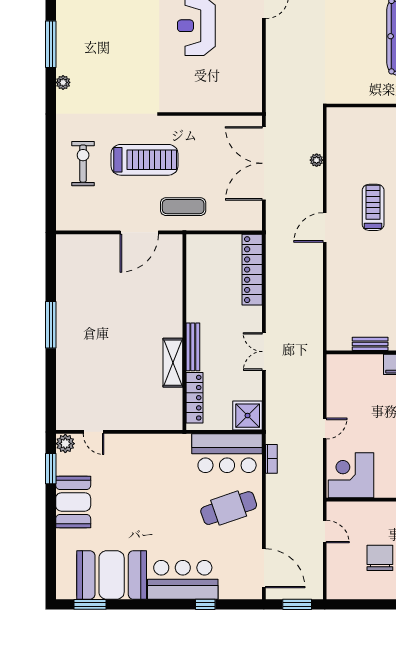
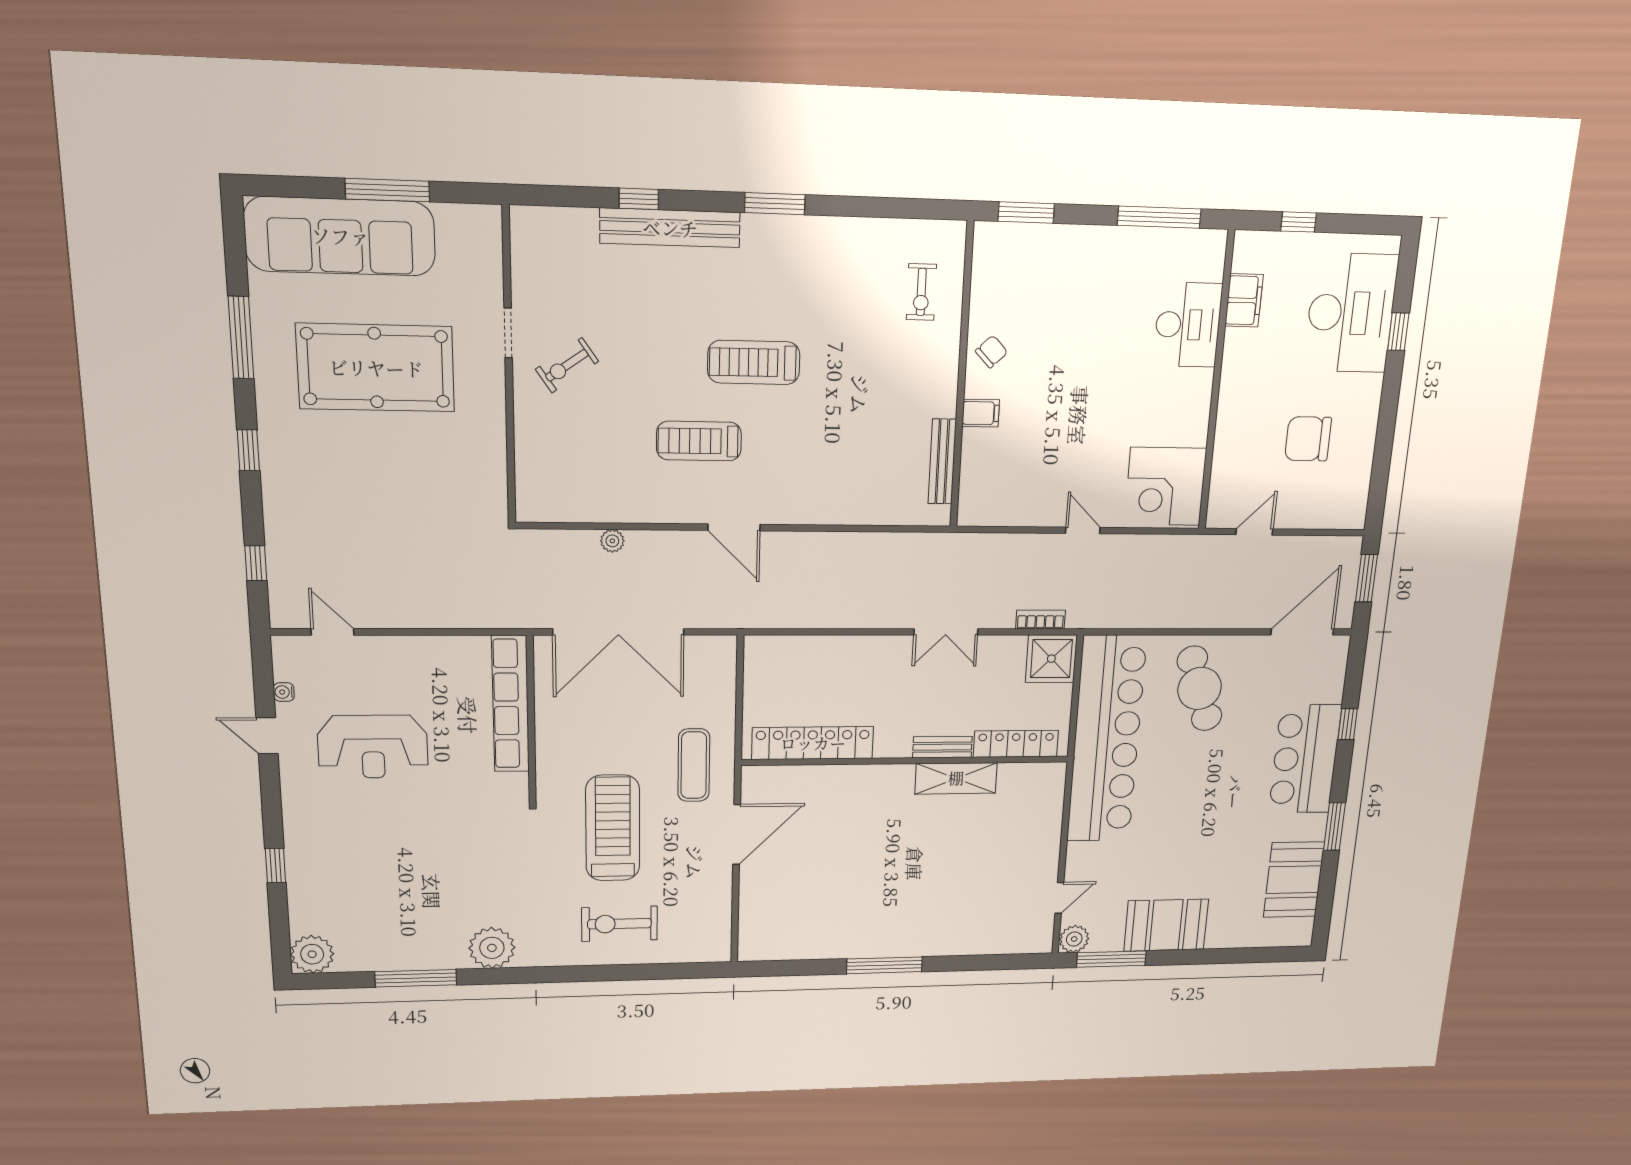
plant: (63, 82) -> (492, 948), width x1.88, depth x1.88
row of seats: (221, 103) -> (510, 704), added
door: (139, 232) -> (737, 834), hinge flipped
locker: (252, 270) -> (813, 743), moved, turned 180
bench: (370, 344) -> (942, 462), width x1.36
bench: (193, 347) -> (942, 747), width x0.73
bar counter: (227, 453) -> (1106, 739), width x1.86
bookcase: (271, 459) -> (1041, 620), moved
window: (51, 469) -> (1111, 959), width x1.44
booth: (112, 575) -> (1294, 880), width x0.73, depth x0.70
window: (90, 604) -> (1334, 827), moved

